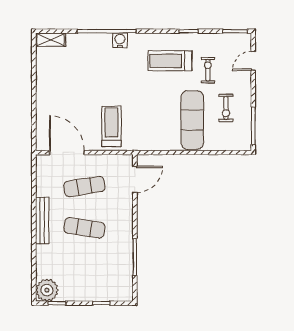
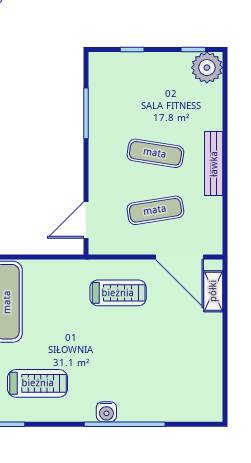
shelving: (51, 40) -> (213, 291), moved, turned 90
treadmill: (111, 126) -> (118, 293), turned -90

